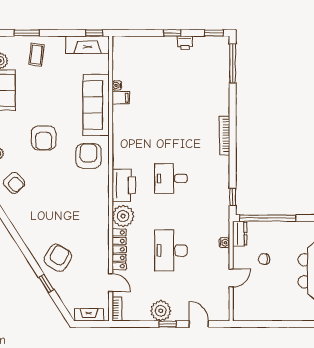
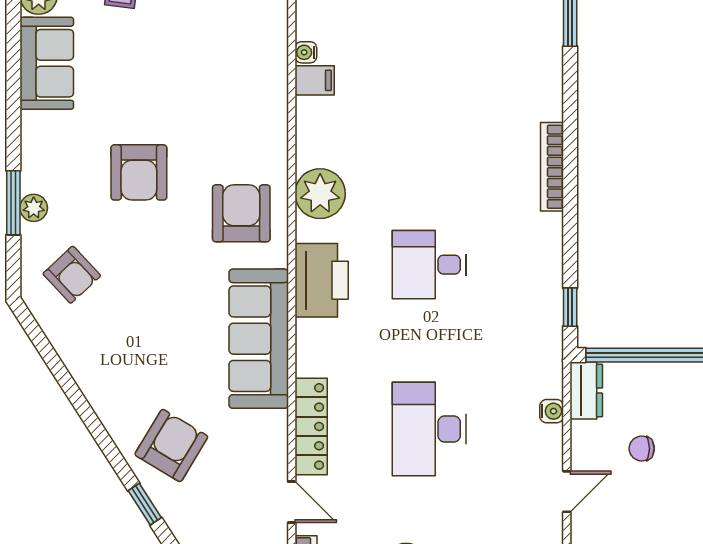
sofa: (96, 105) -> (259, 339), moved
plant: (123, 216) -> (320, 194), moved

